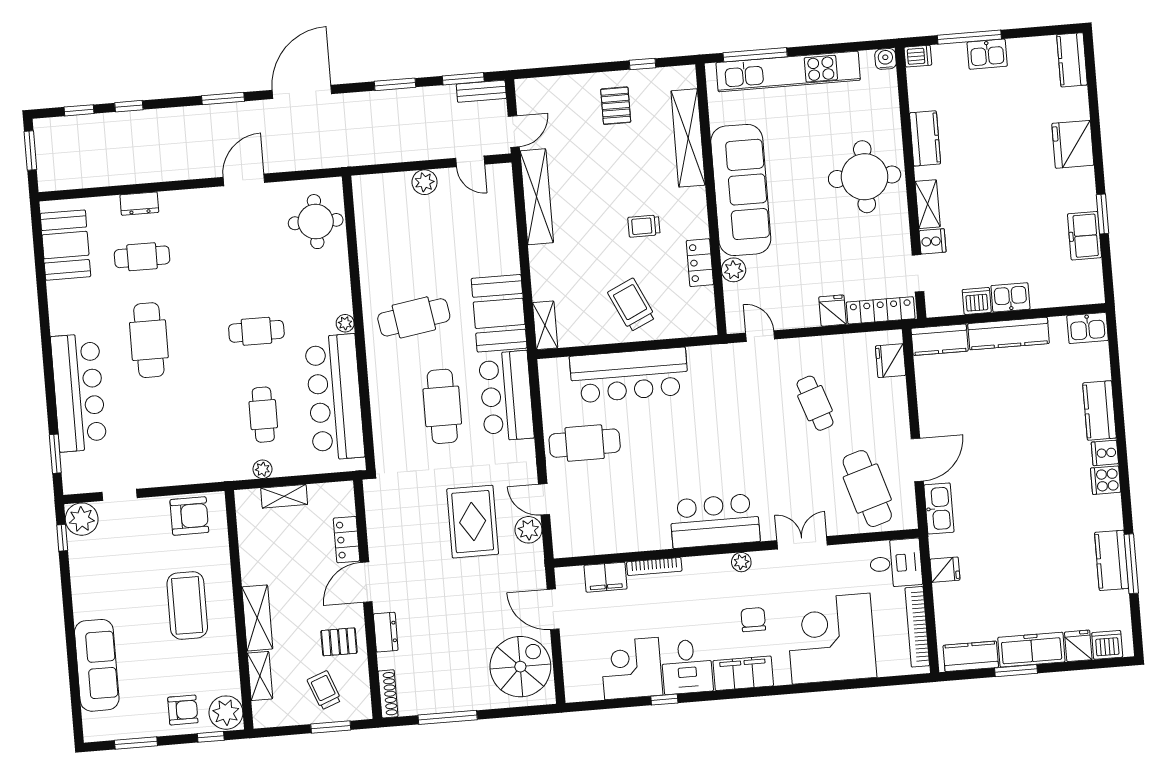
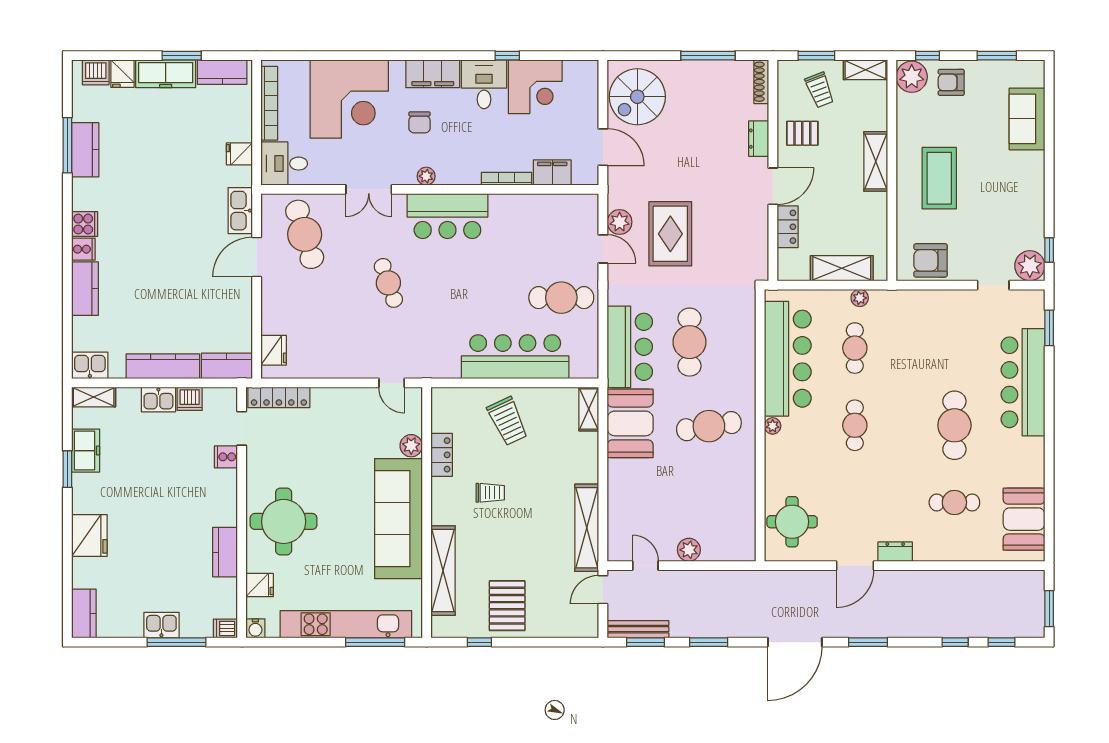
bench: (481, 91) -> (638, 629), width x1.36
pallet: (616, 106) -> (507, 606), width x1.50, depth x1.42
dresser: (139, 204) -> (895, 552), moved
shelving: (928, 204) -> (94, 397), moved, turned 90
fridge: (833, 311) -> (260, 585), moved, turned -90
cafe table: (256, 331) -> (855, 425), turned 90
cafe table: (815, 403) -> (388, 283), moved
shelving: (284, 496) -> (842, 268), width x1.50, depth x1.33
sofa: (97, 665) -> (1027, 119), width x0.73
shelving: (260, 676) -> (866, 70), moved, turned 90

